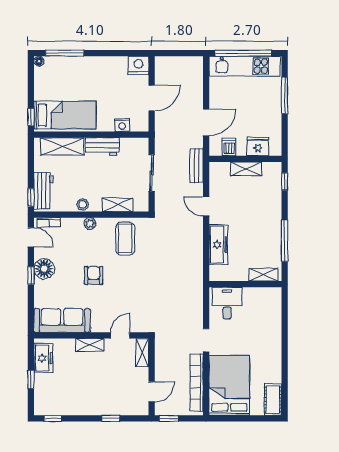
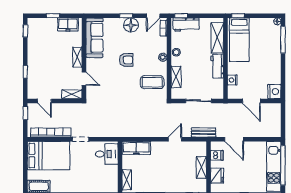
freezer: (218, 245) -> (136, 148), moved

